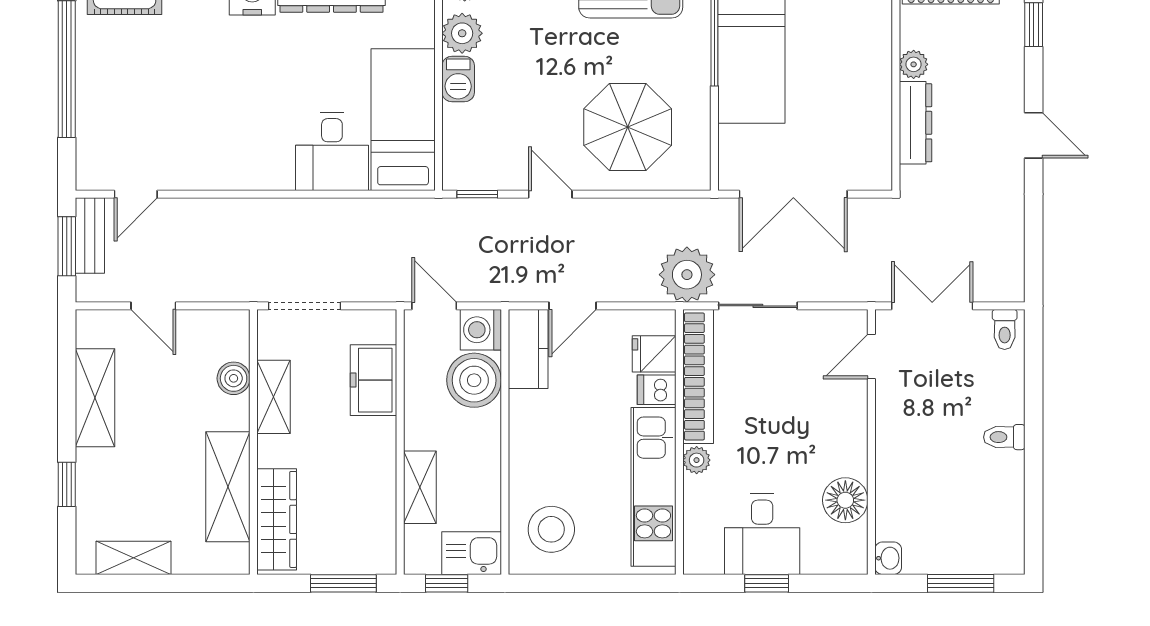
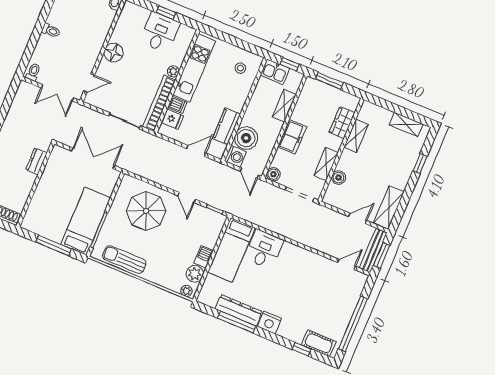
plant: (914, 64) -> (26, 189), removed
dresser: (915, 123) -> (36, 161), width x0.70
bench: (90, 235) -> (373, 251), width x1.36
plant: (687, 275) -> (147, 144), removed
door: (153, 306) -> (358, 218), hinge flipped
boiler: (380, 326) -> (273, 174), added
kitchen counter: (528, 349) -> (227, 126), moved
freezer: (373, 380) -> (292, 137), moved
shelving: (95, 398) -> (389, 208), moved
shelving: (228, 487) -> (356, 136), width x0.67, depth x0.75
floor lamp: (845, 500) -> (114, 53), moved
wardrobe: (277, 519) -> (342, 123), width x0.67
stool: (551, 529) -> (240, 68), width x0.53, depth x0.53

